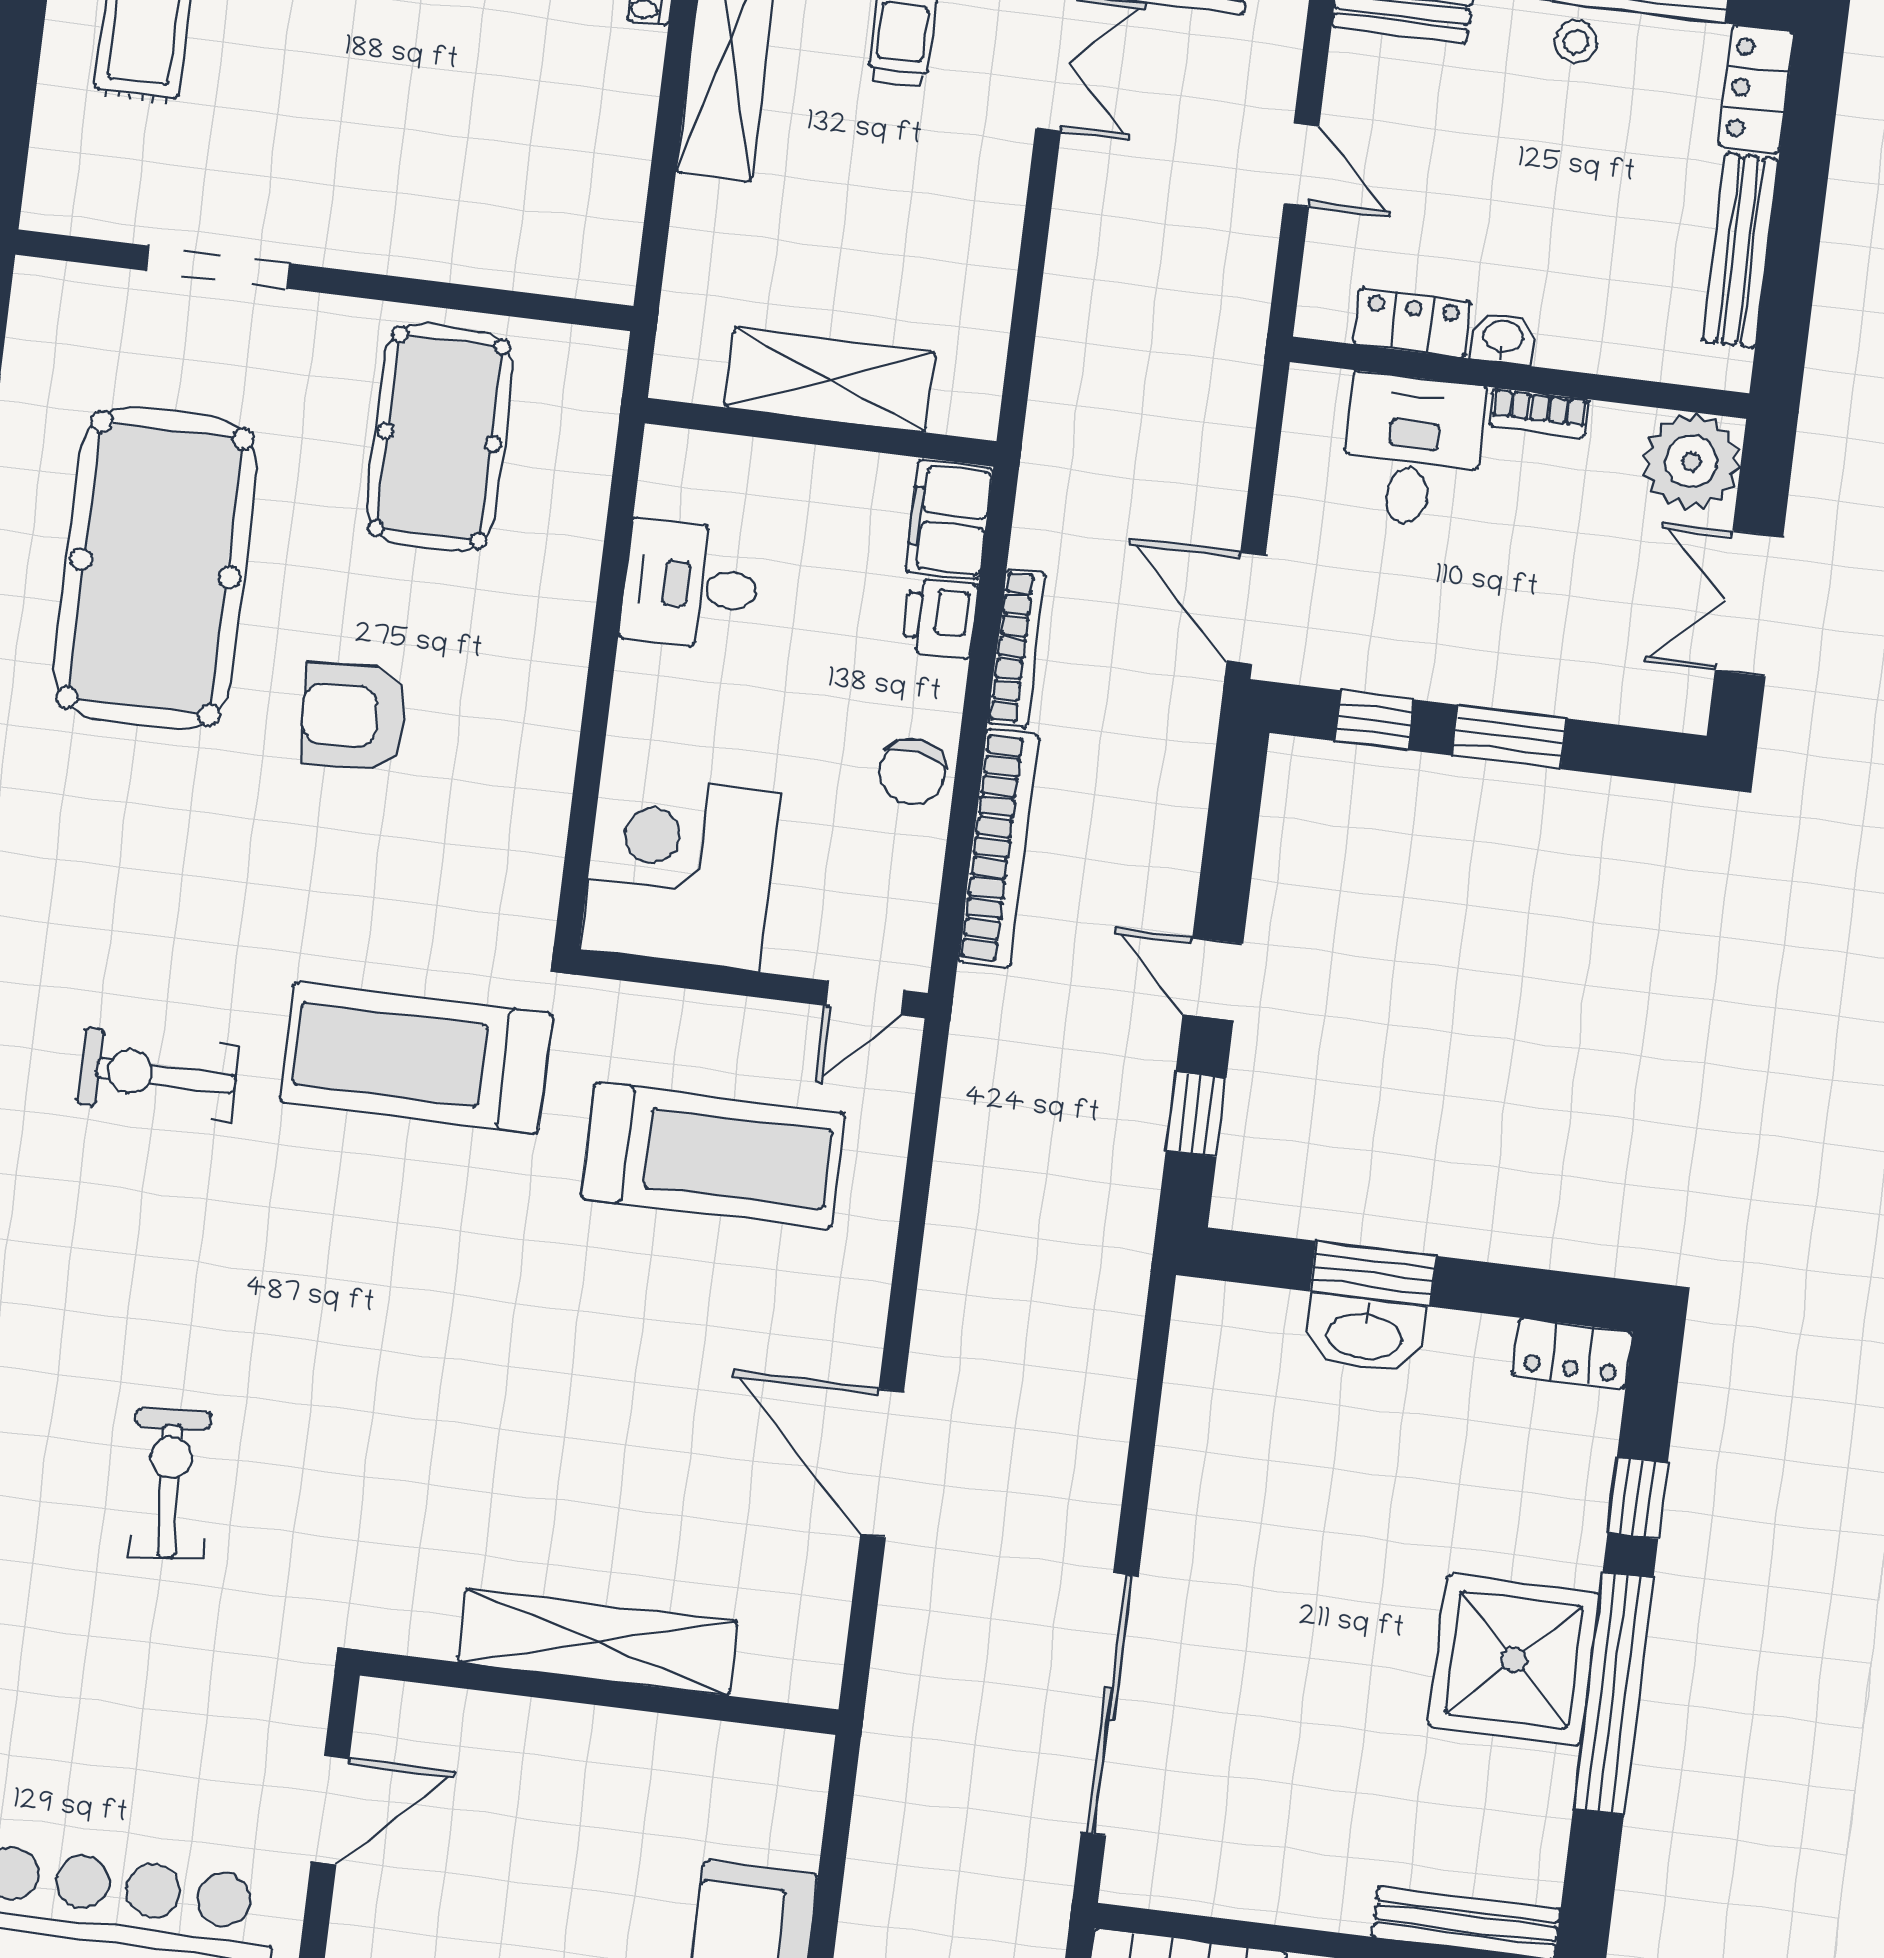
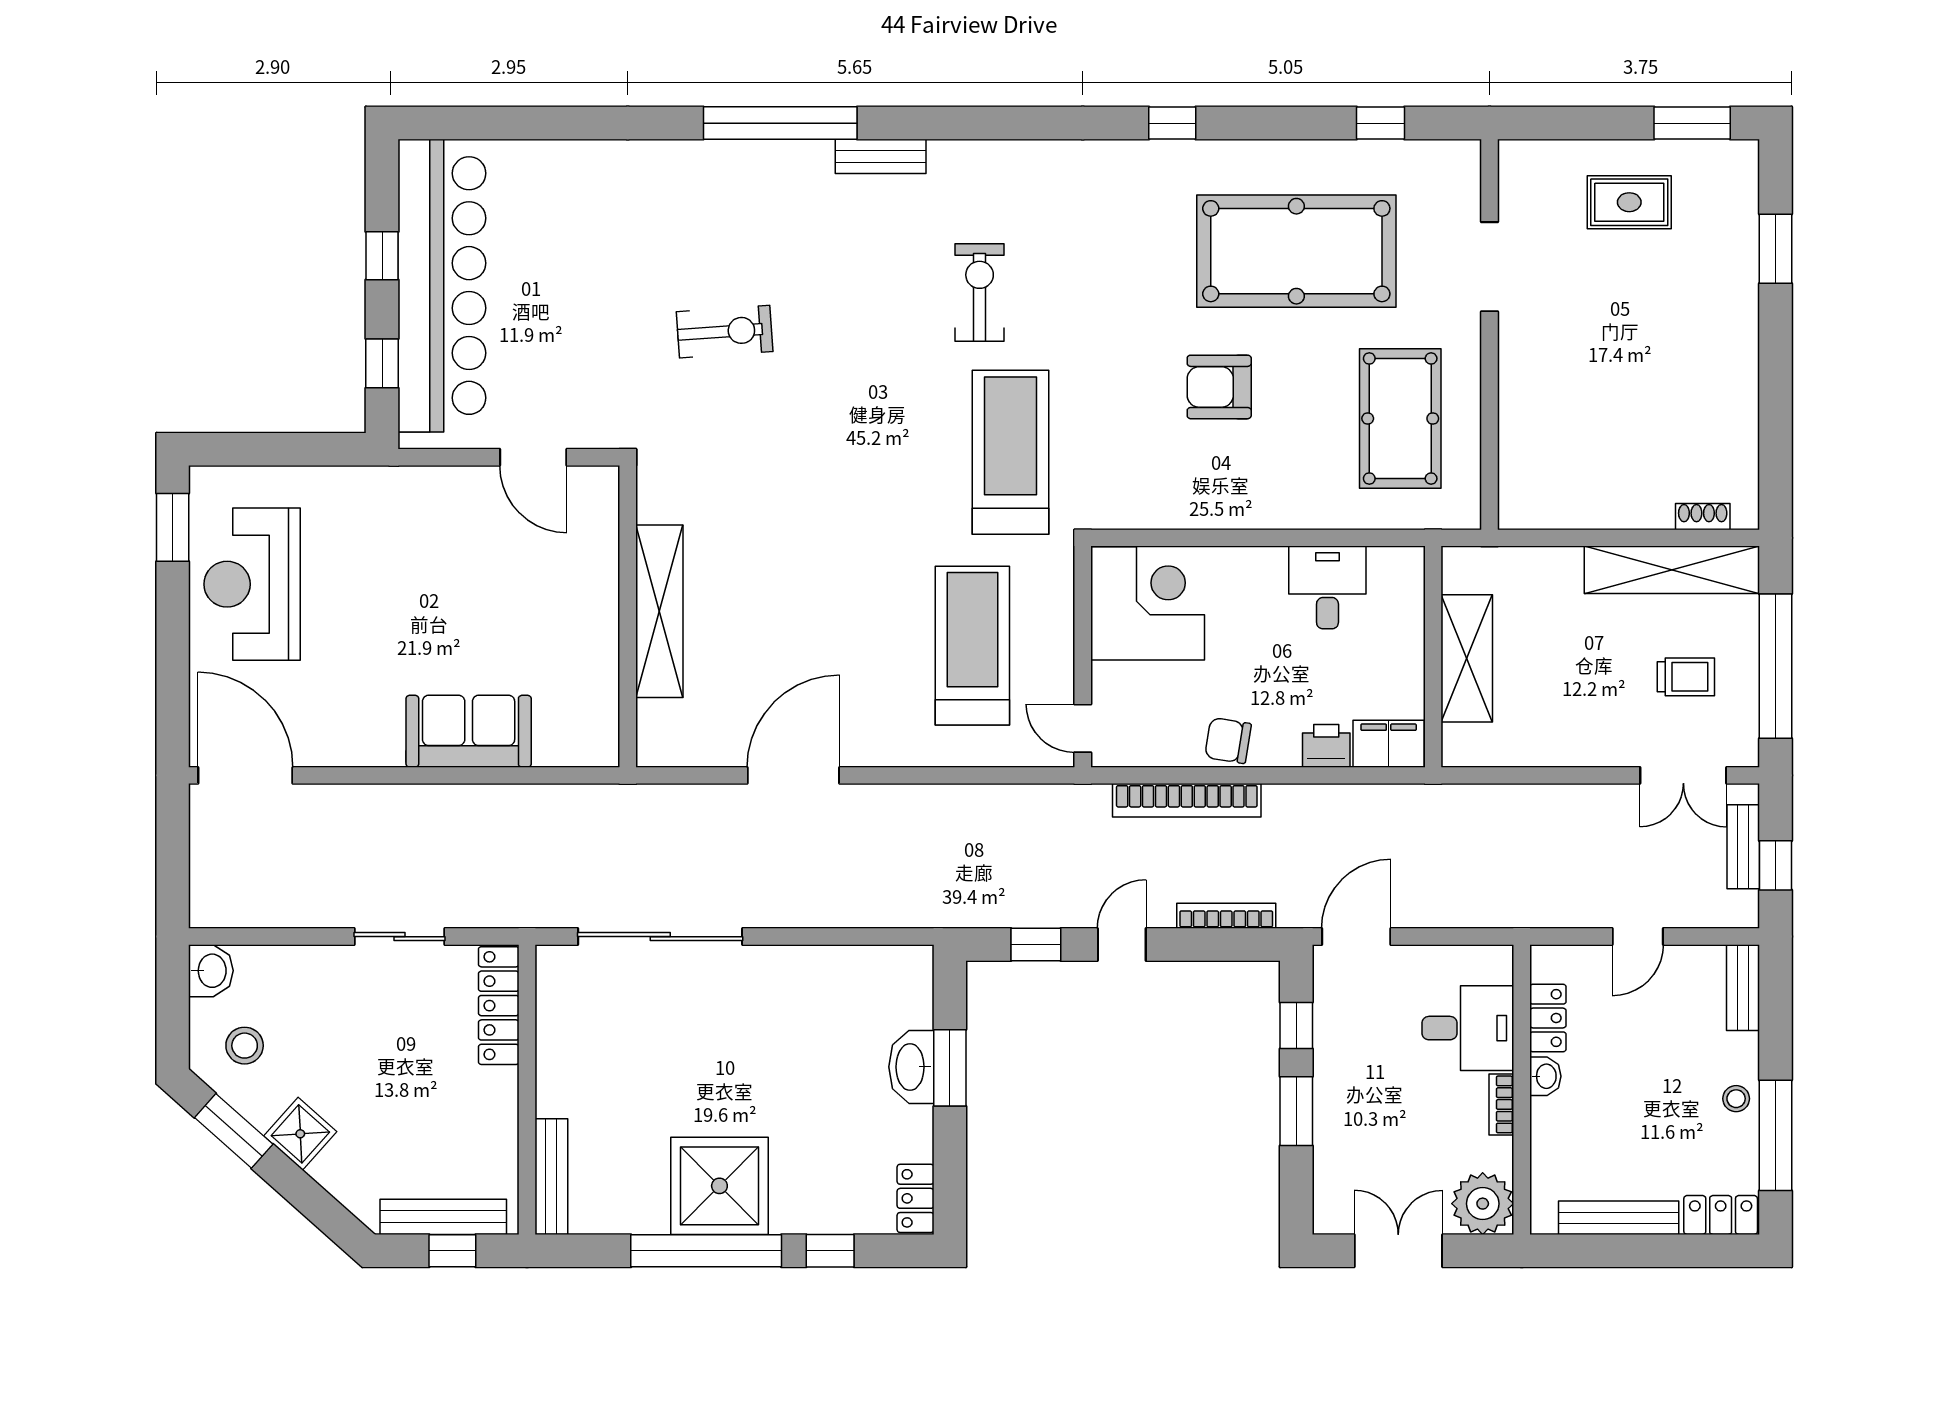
pool table: (439, 437) -> (1400, 418), turned 90
bookcase: (1017, 648) -> (1226, 916), moved, turned 180
armchair: (354, 716) -> (1219, 387), turned -87
treadmill: (713, 1156) -> (972, 646), turned 180

